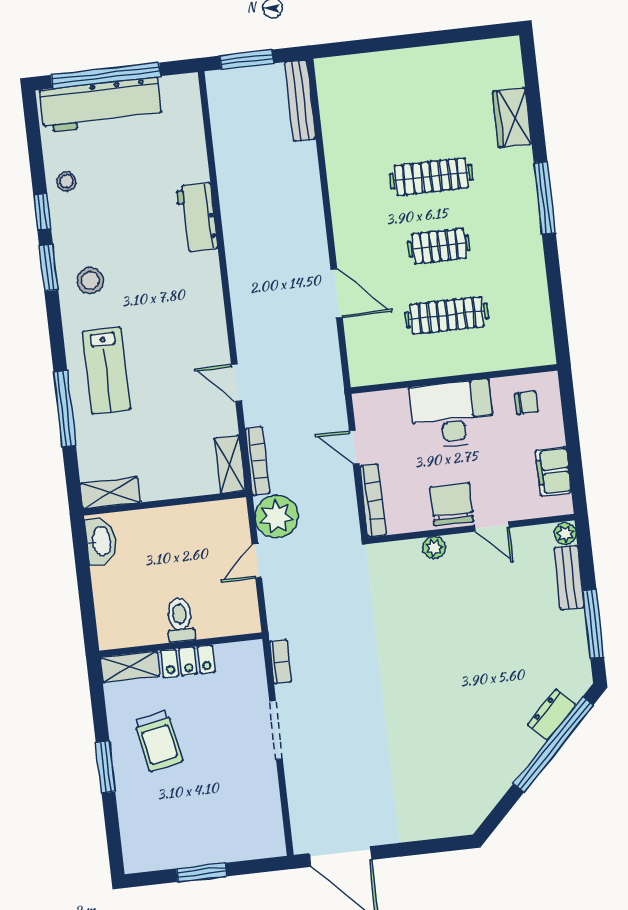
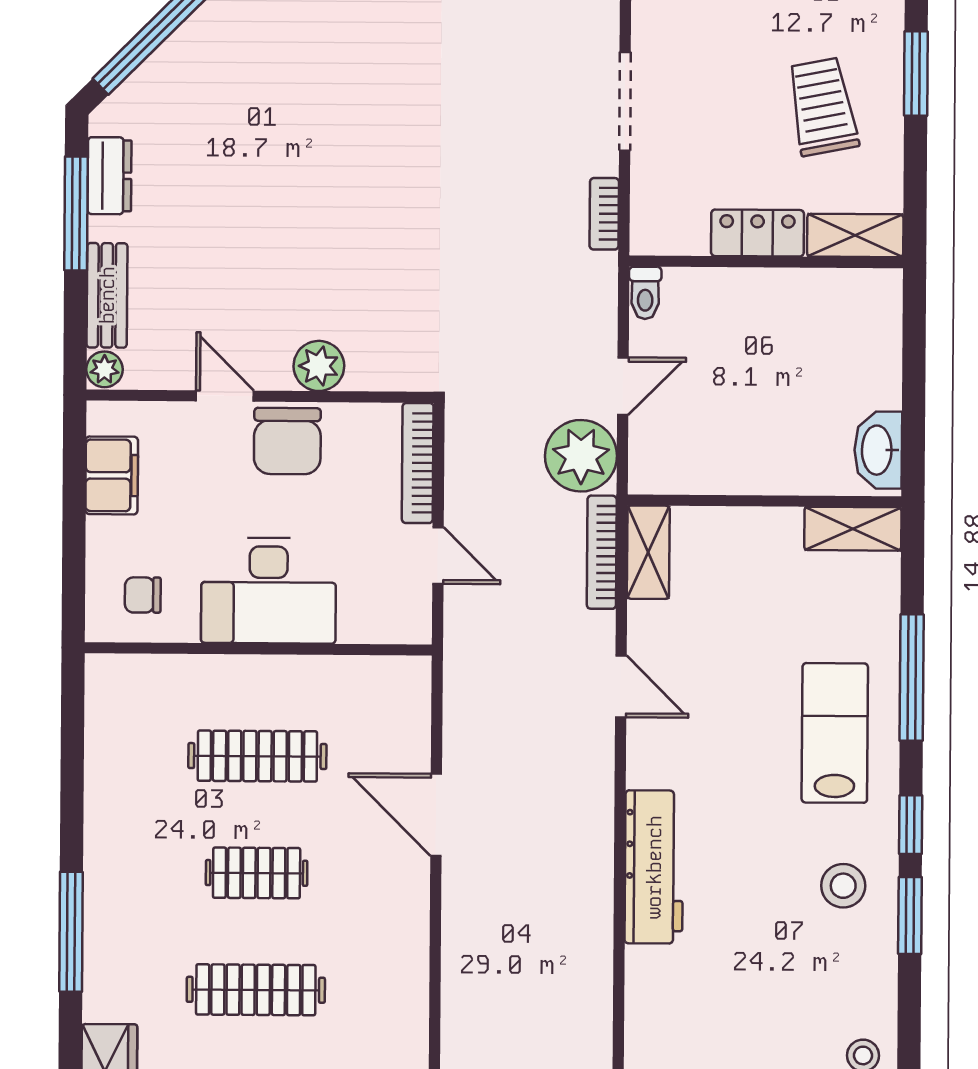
window: (42, 212) -> (911, 825), moved
workbench: (197, 217) -> (654, 867), moved, width x1.38
plant: (434, 547) -> (319, 366), width x1.38, depth x1.38
toilet: (180, 620) -> (645, 293), moved, width x0.73, depth x0.72
dresser: (552, 715) -> (109, 176), moved, turned -45

